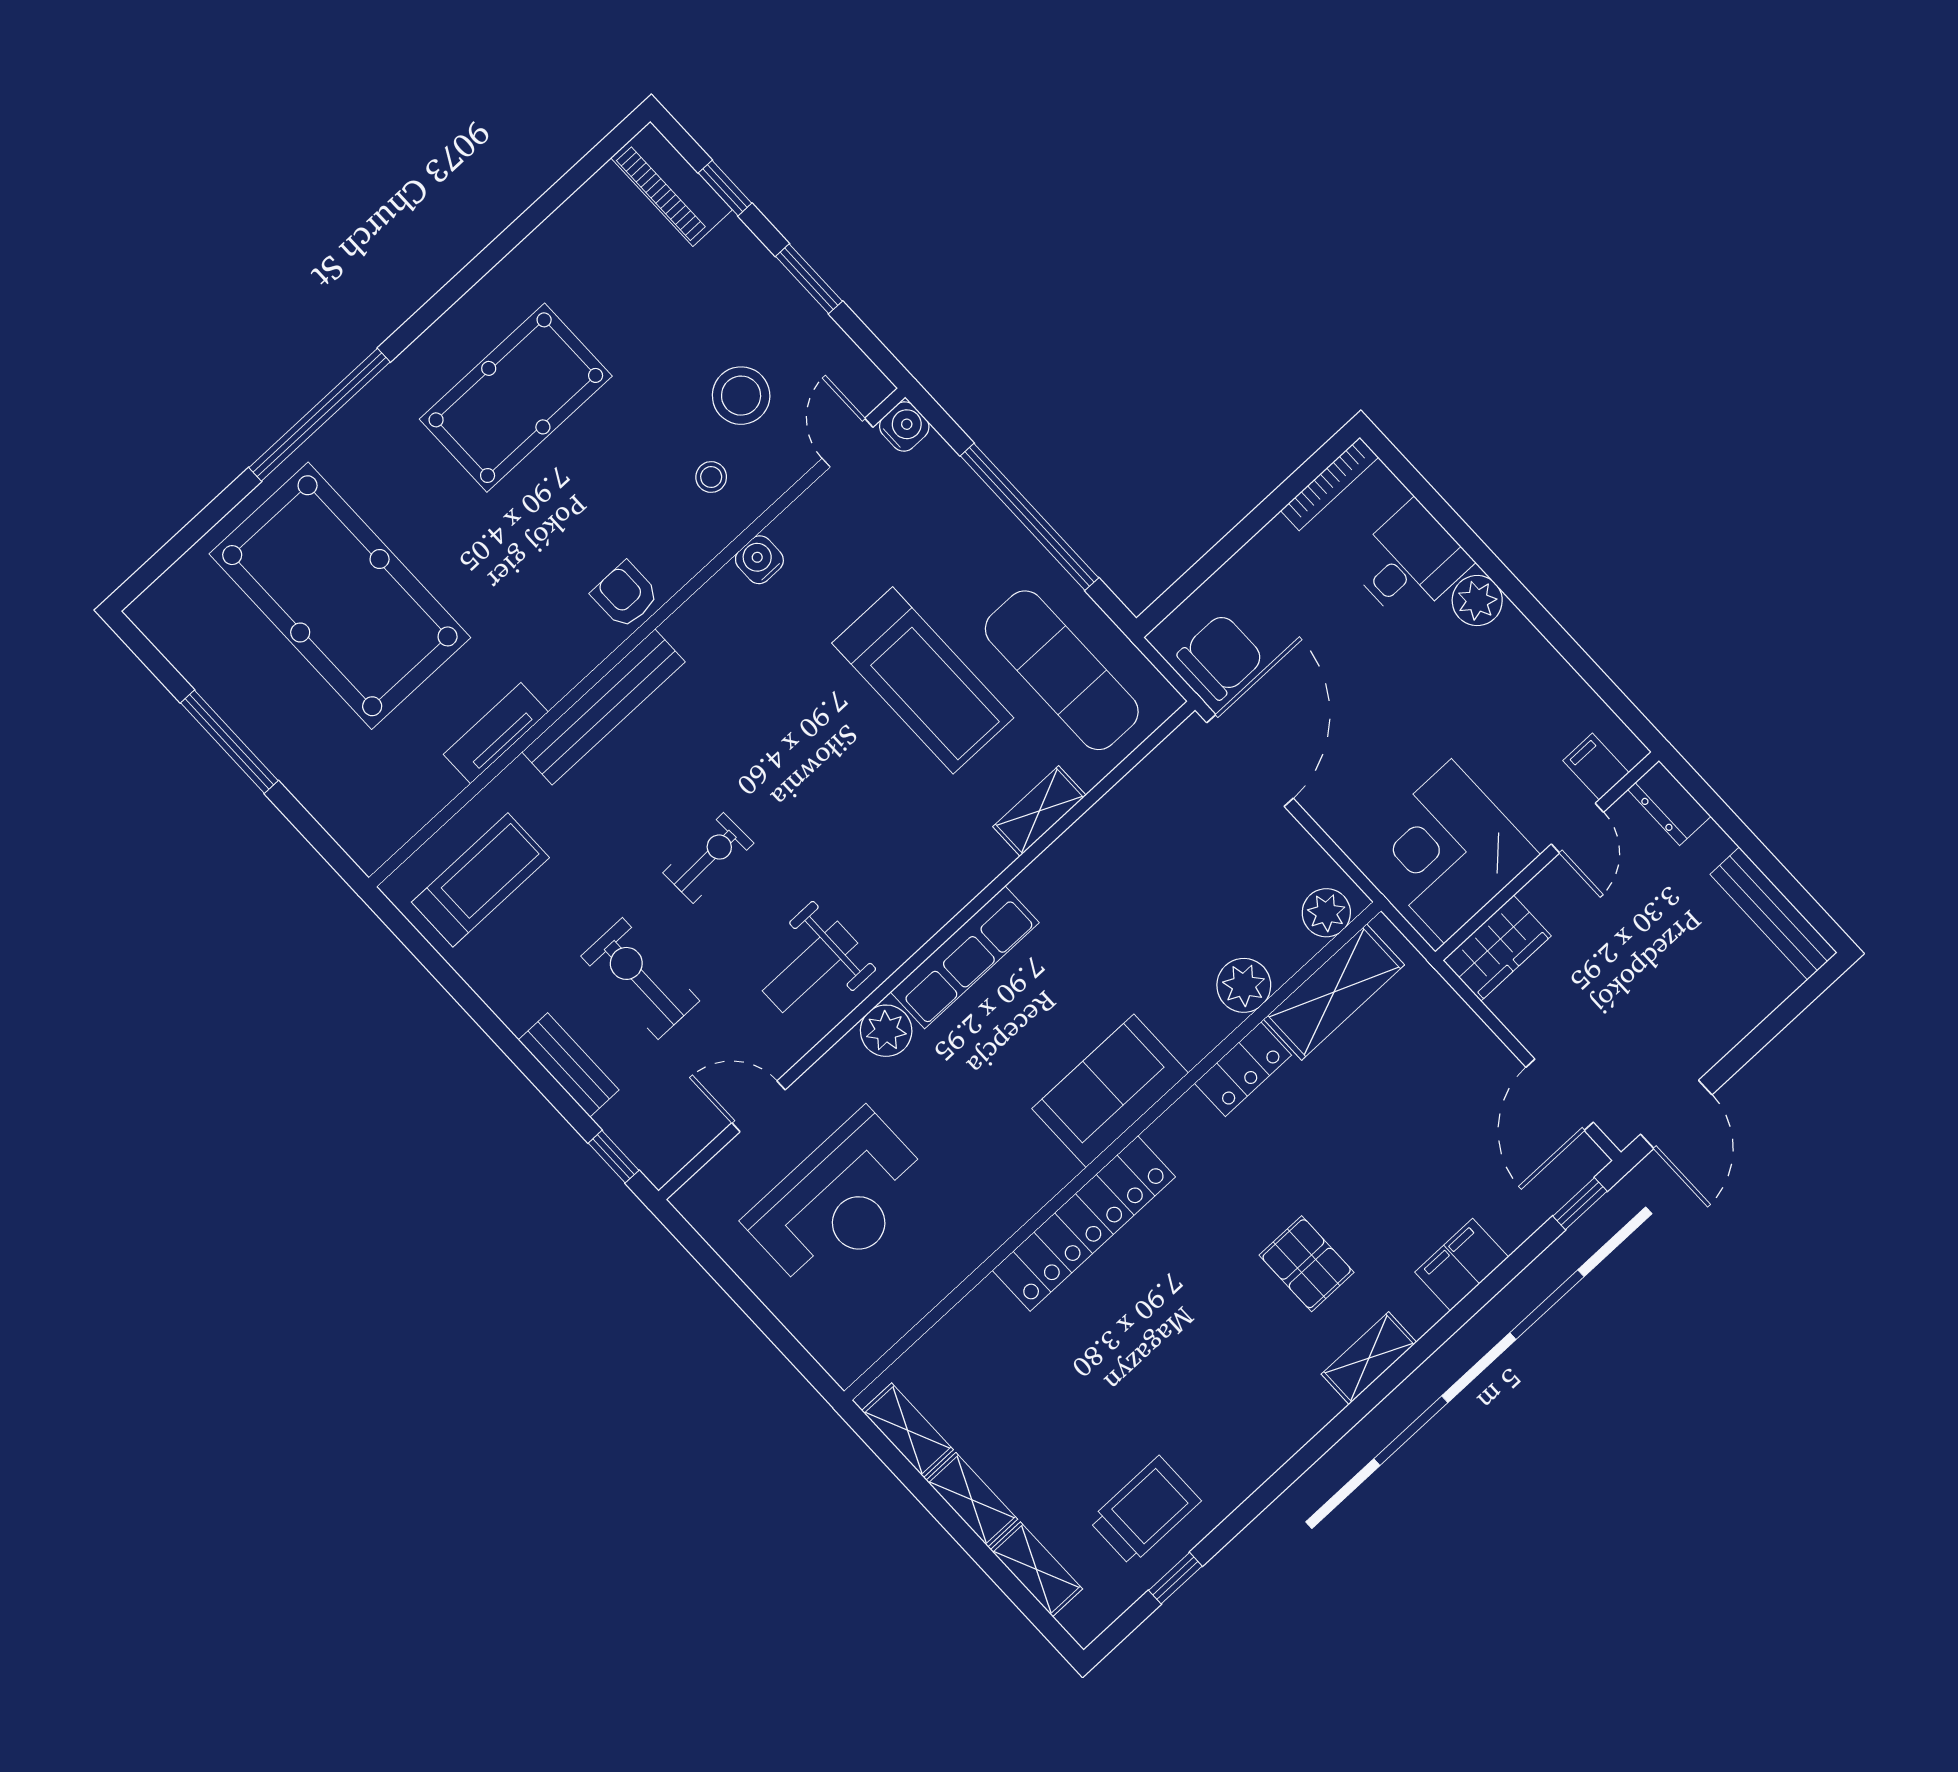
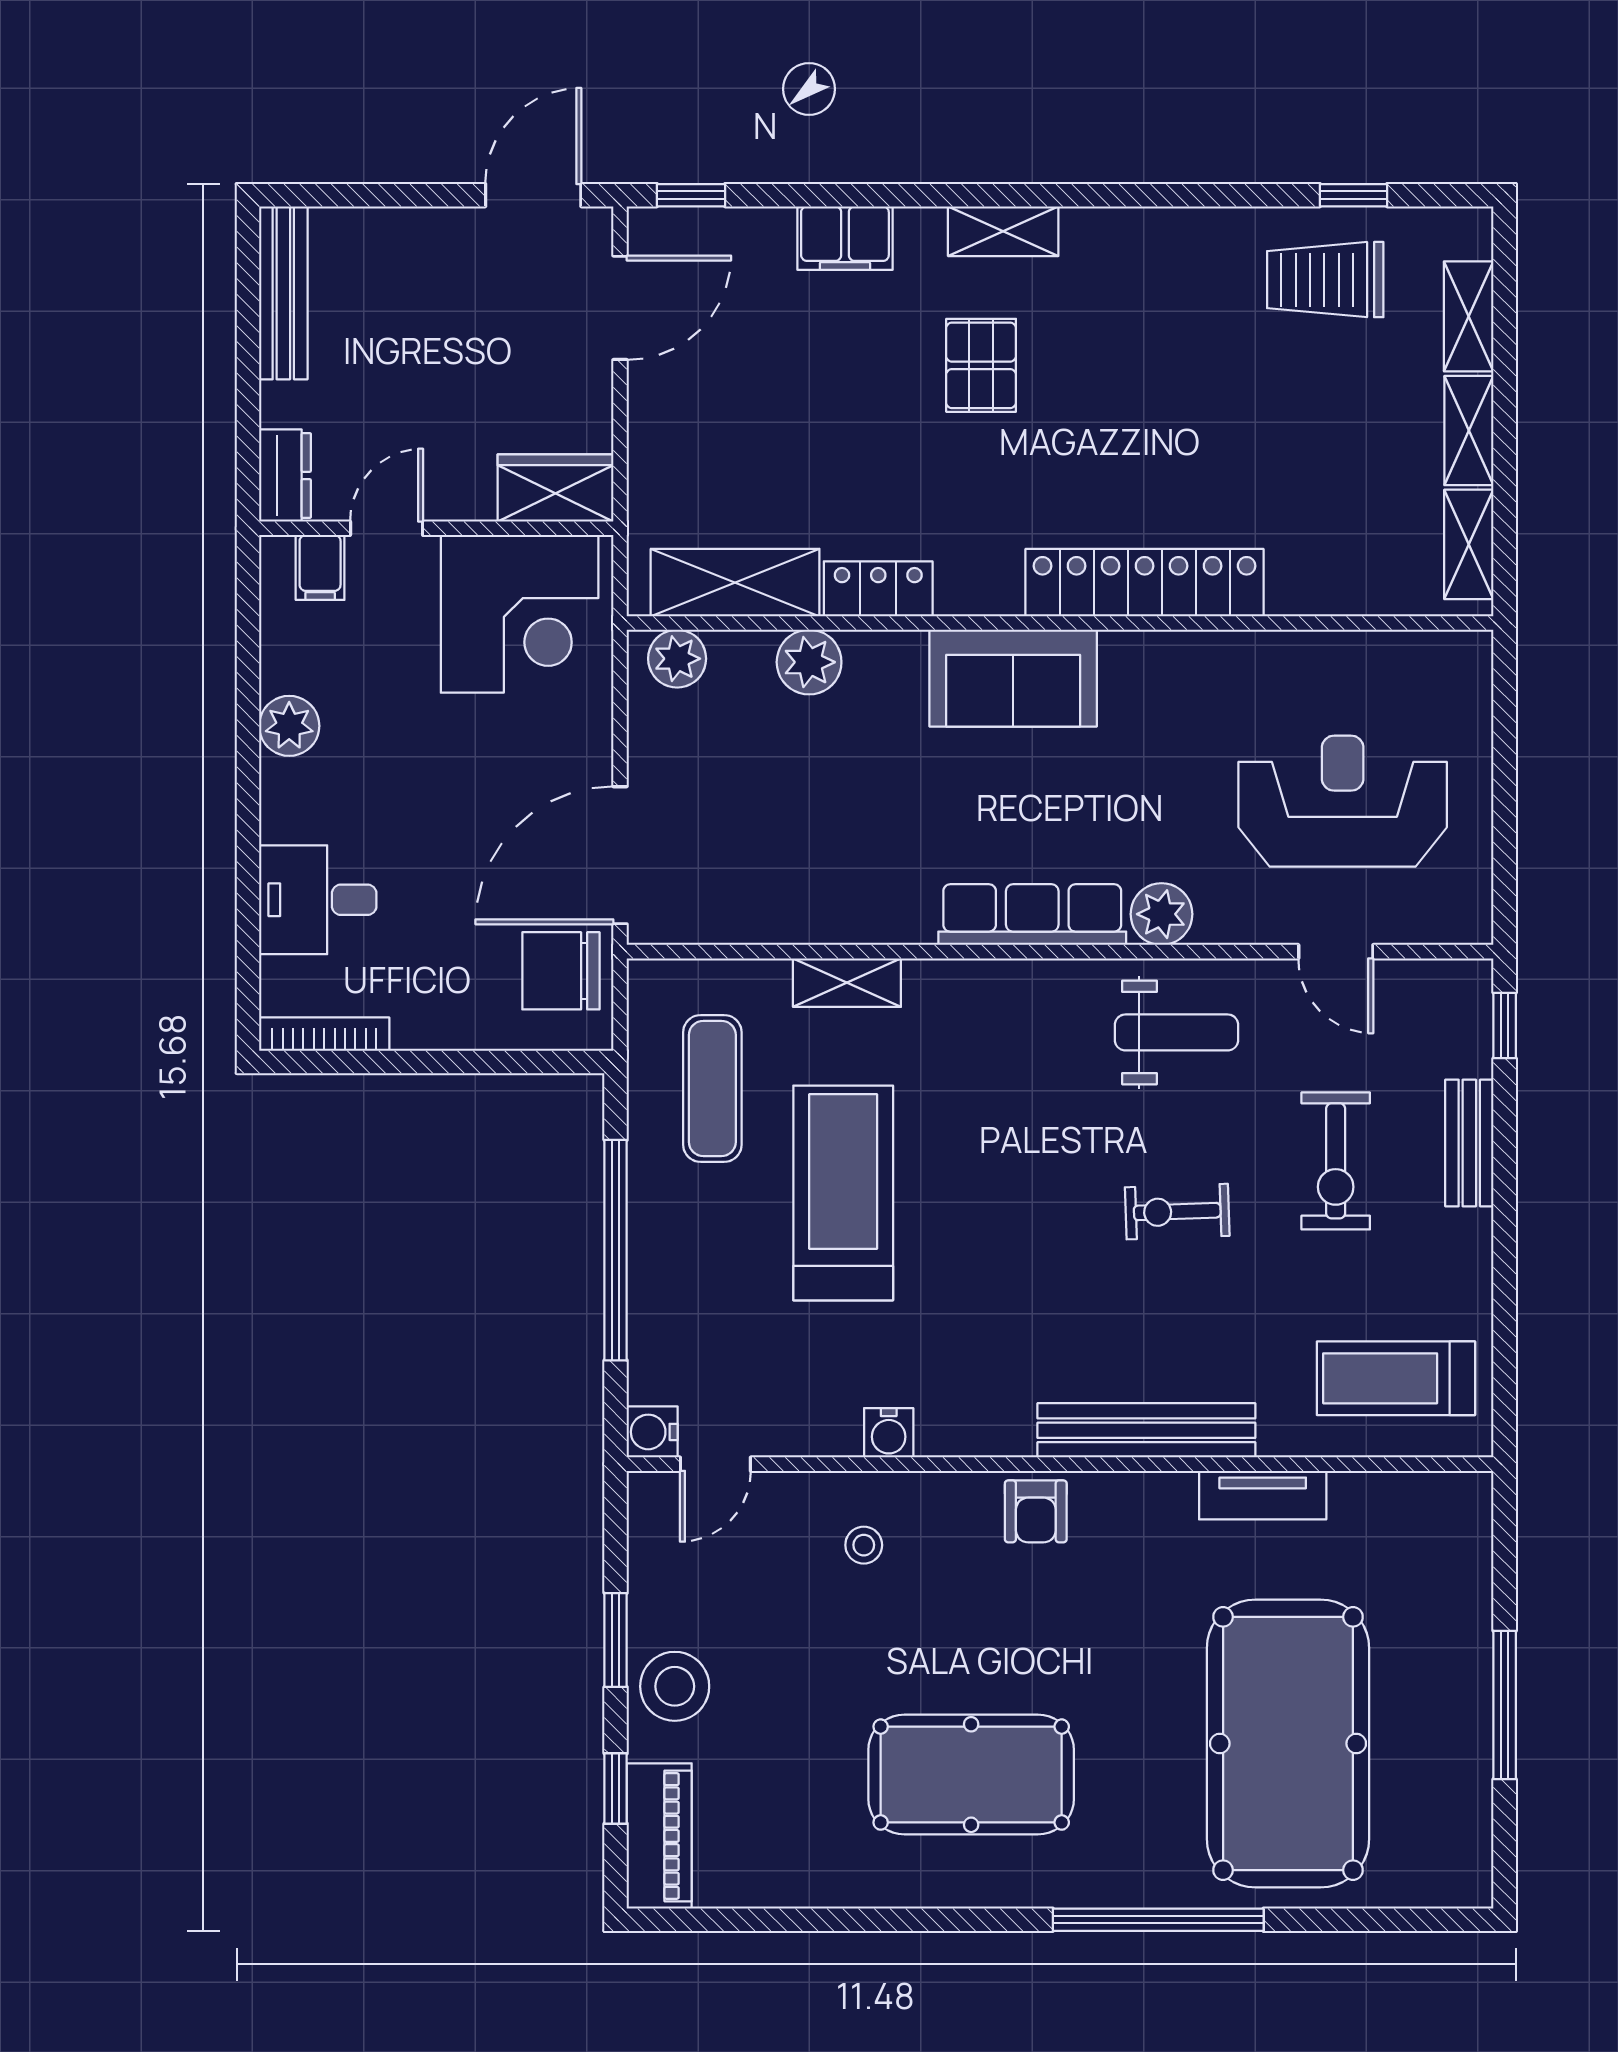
stool: (741, 396) -> (675, 1686), moved
plant: (1477, 601) -> (289, 726), moved
exercise mat: (1062, 670) -> (712, 1088), width x0.73, depth x0.69

